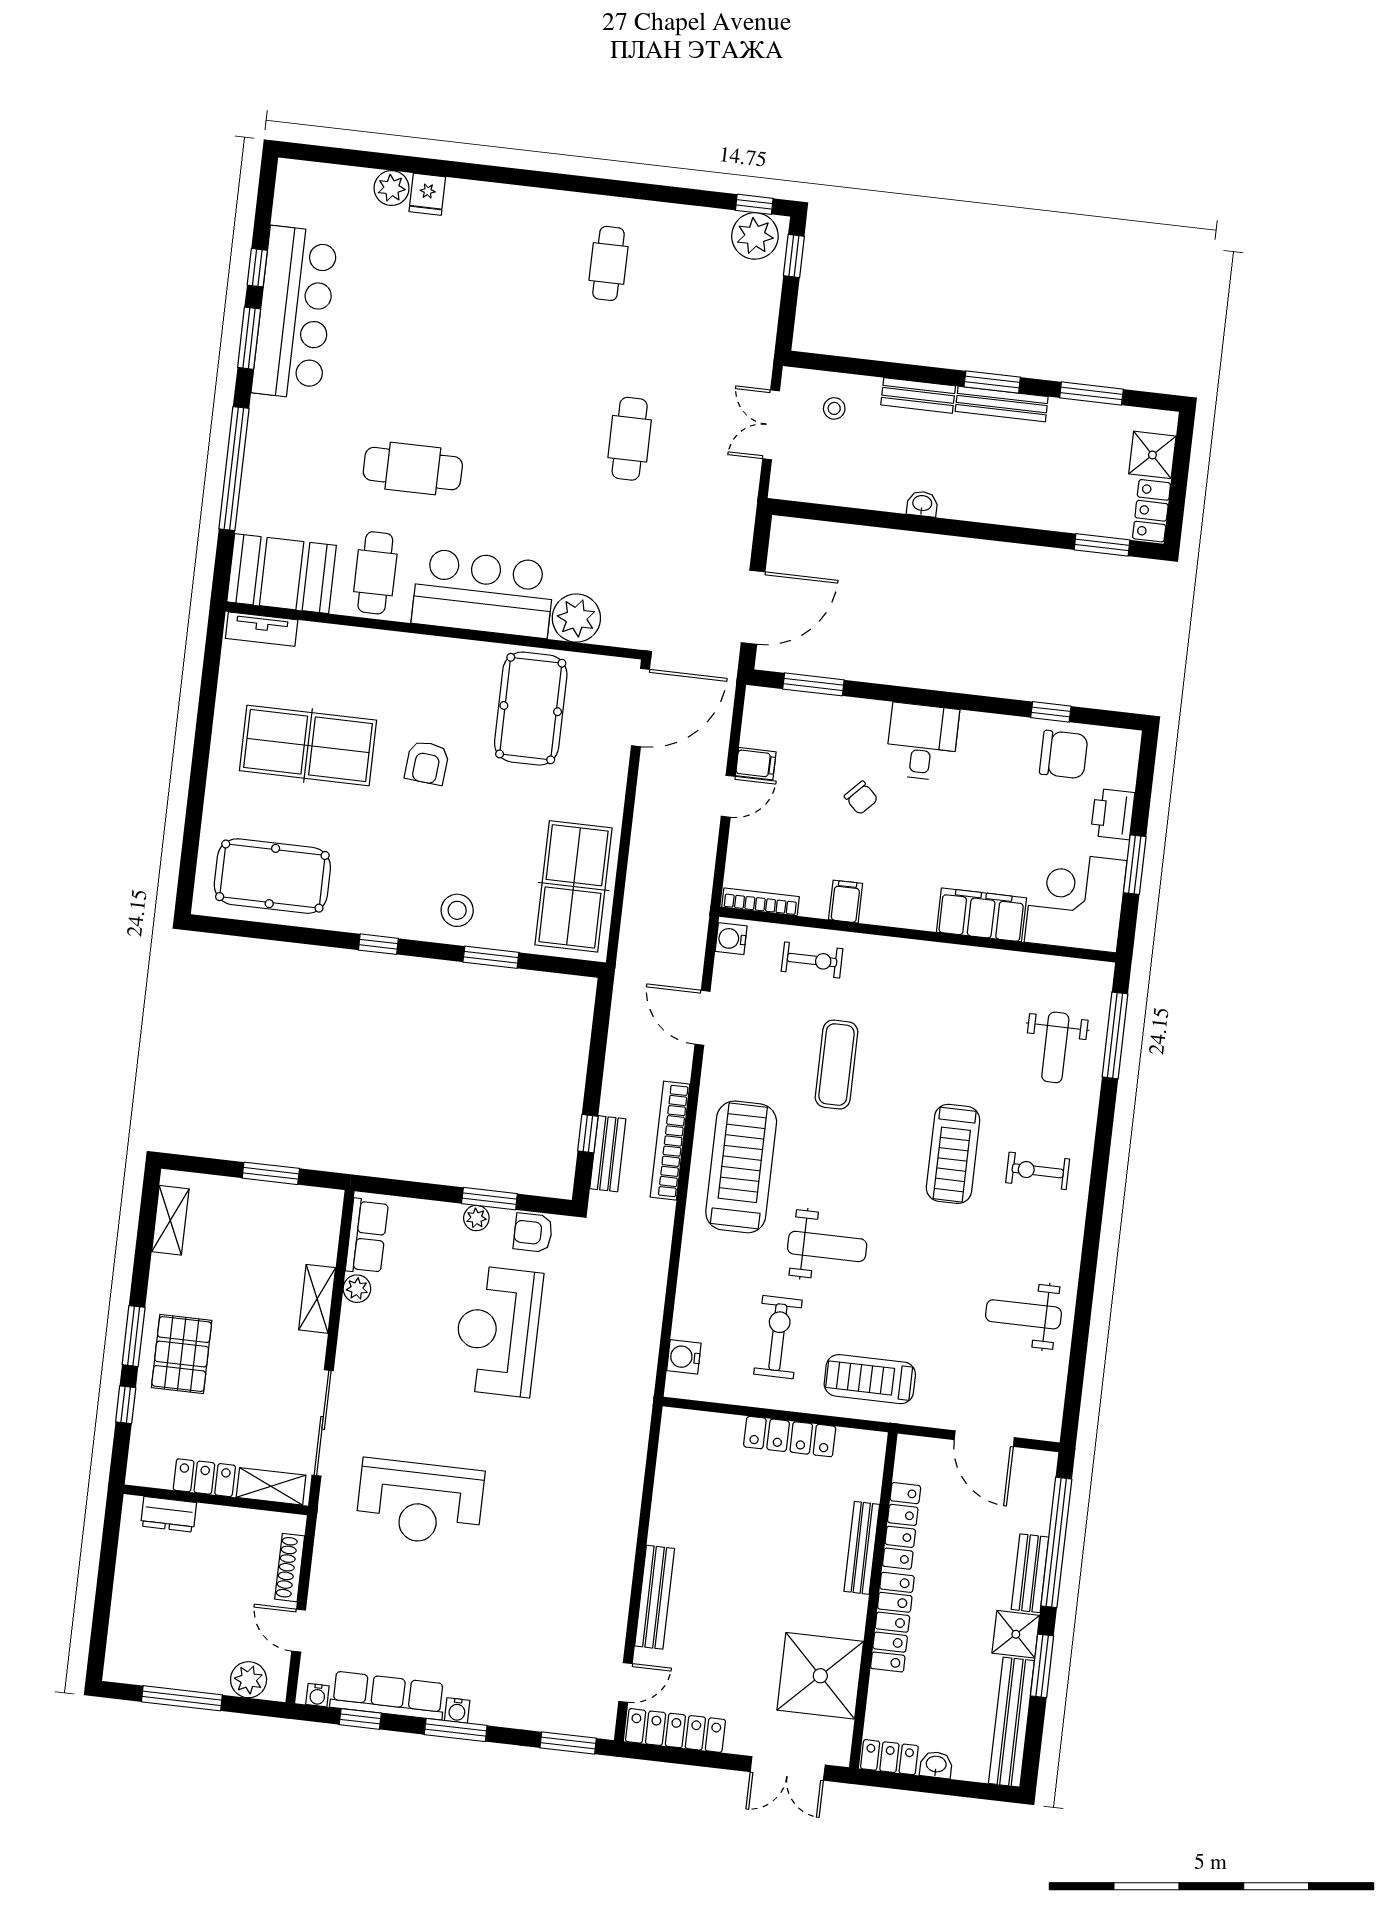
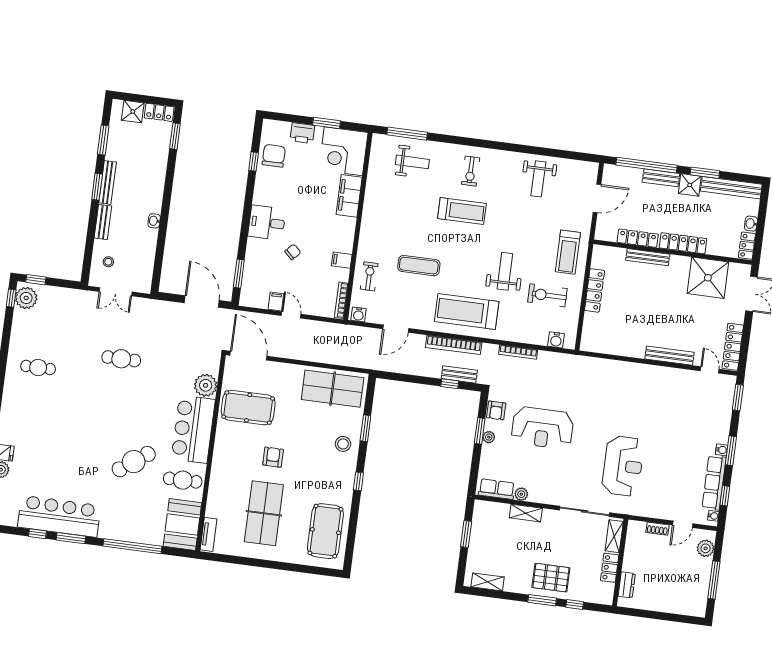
cafe table: (413, 469) -> (134, 462), turned 54
armchair: (427, 763) -> (273, 457), turned -95
bookcase: (657, 1277) -> (518, 352), added
shoe rack: (290, 1568) -> (657, 529), width x0.70

